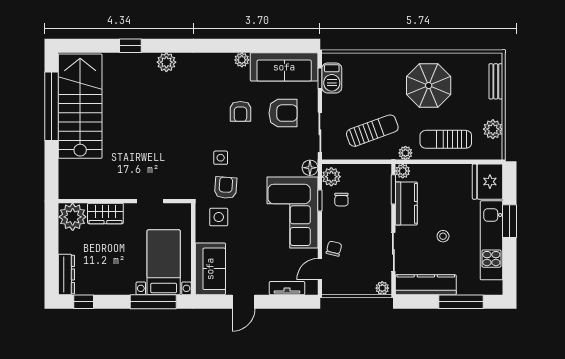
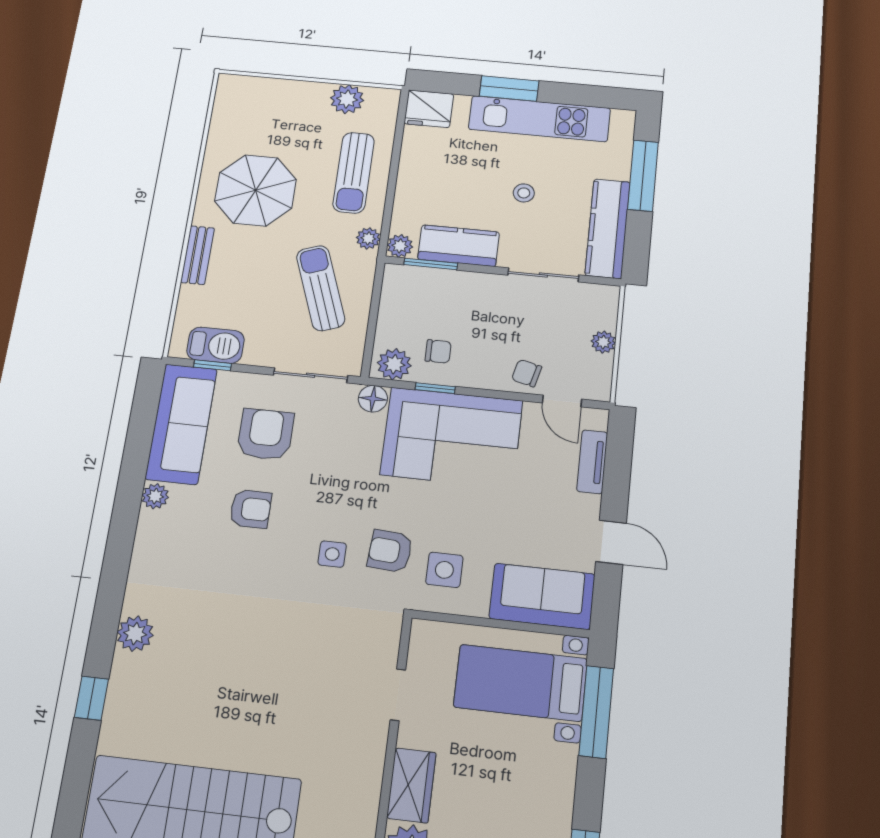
bench: (496, 81) -> (197, 255), moved, turned 90
fridge: (488, 182) -> (429, 109), width x0.73, depth x0.75
plant: (382, 288) -> (603, 342), moved

